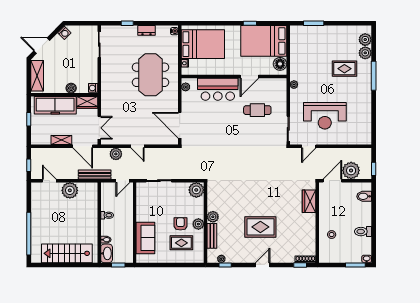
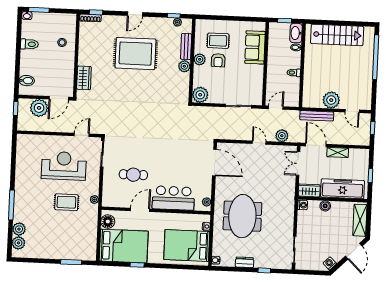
door: (42, 46) -> (354, 251), hinge flipped
rug: (344, 69) -> (66, 202), moved
bench: (95, 175) -> (317, 116), moved
rug: (260, 227) -> (135, 54), width x1.37, depth x1.44

